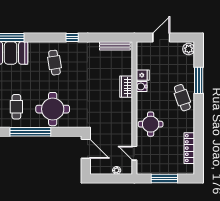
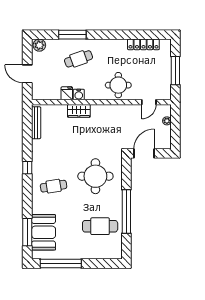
cafe table: (182, 98) -> (79, 59), moved
cafe table: (16, 107) -> (100, 226), width x1.37, depth x1.35
round table: (53, 109) -> (95, 176), moved

